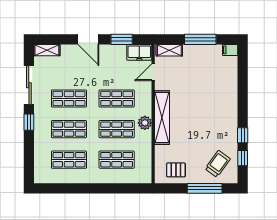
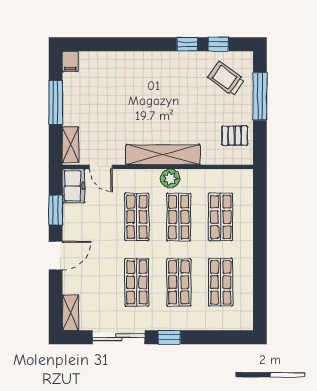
pallet: (176, 170) -> (235, 136), turned 90

